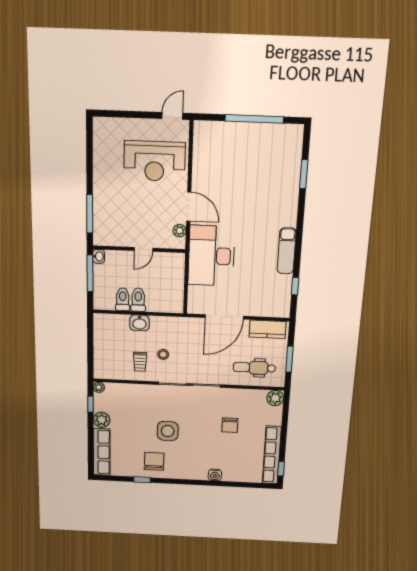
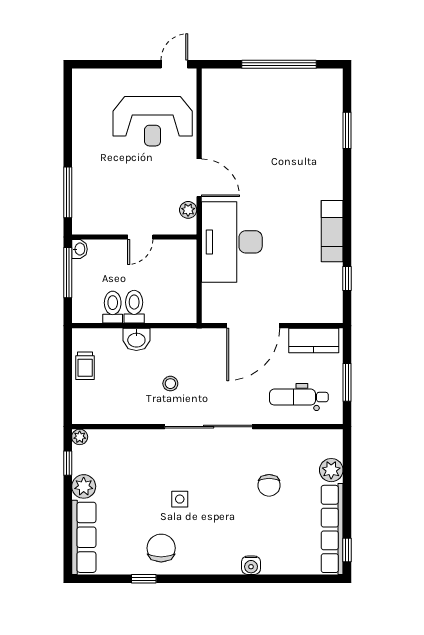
trolley: (140, 362) -> (85, 366), moved
plant: (275, 398) -> (331, 470), moved
side table: (168, 431) -> (180, 499), width x0.54, depth x0.54

